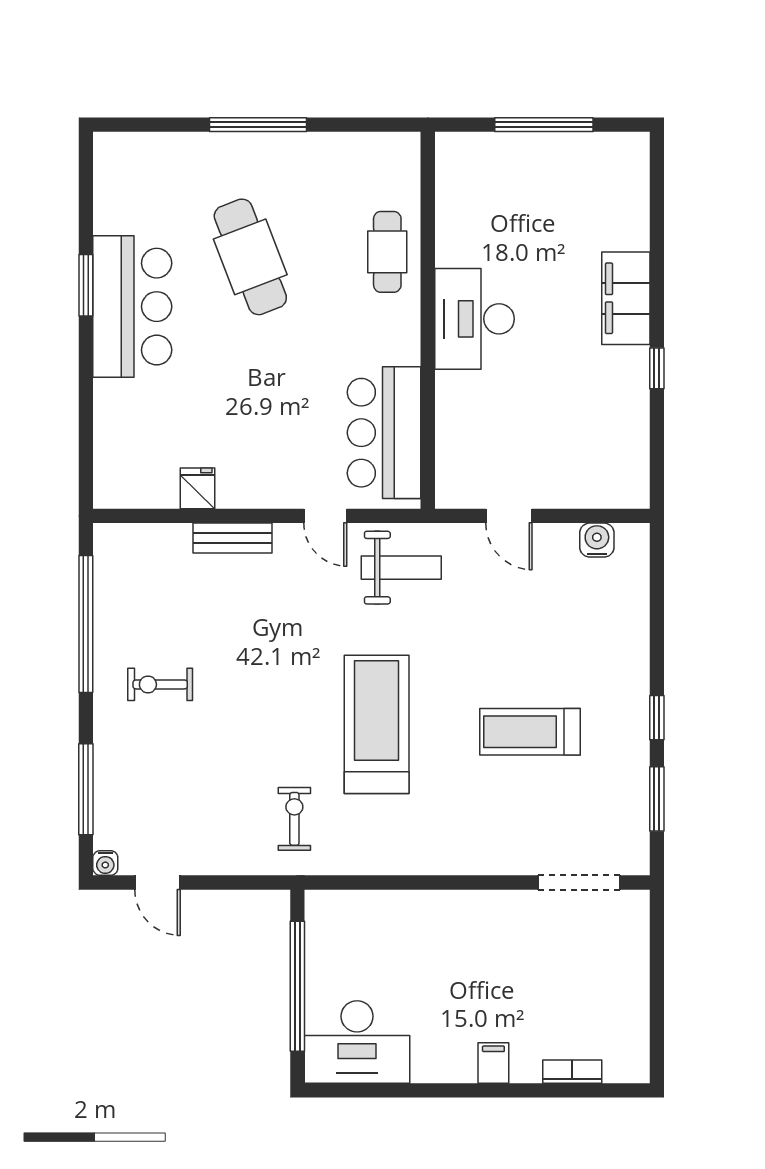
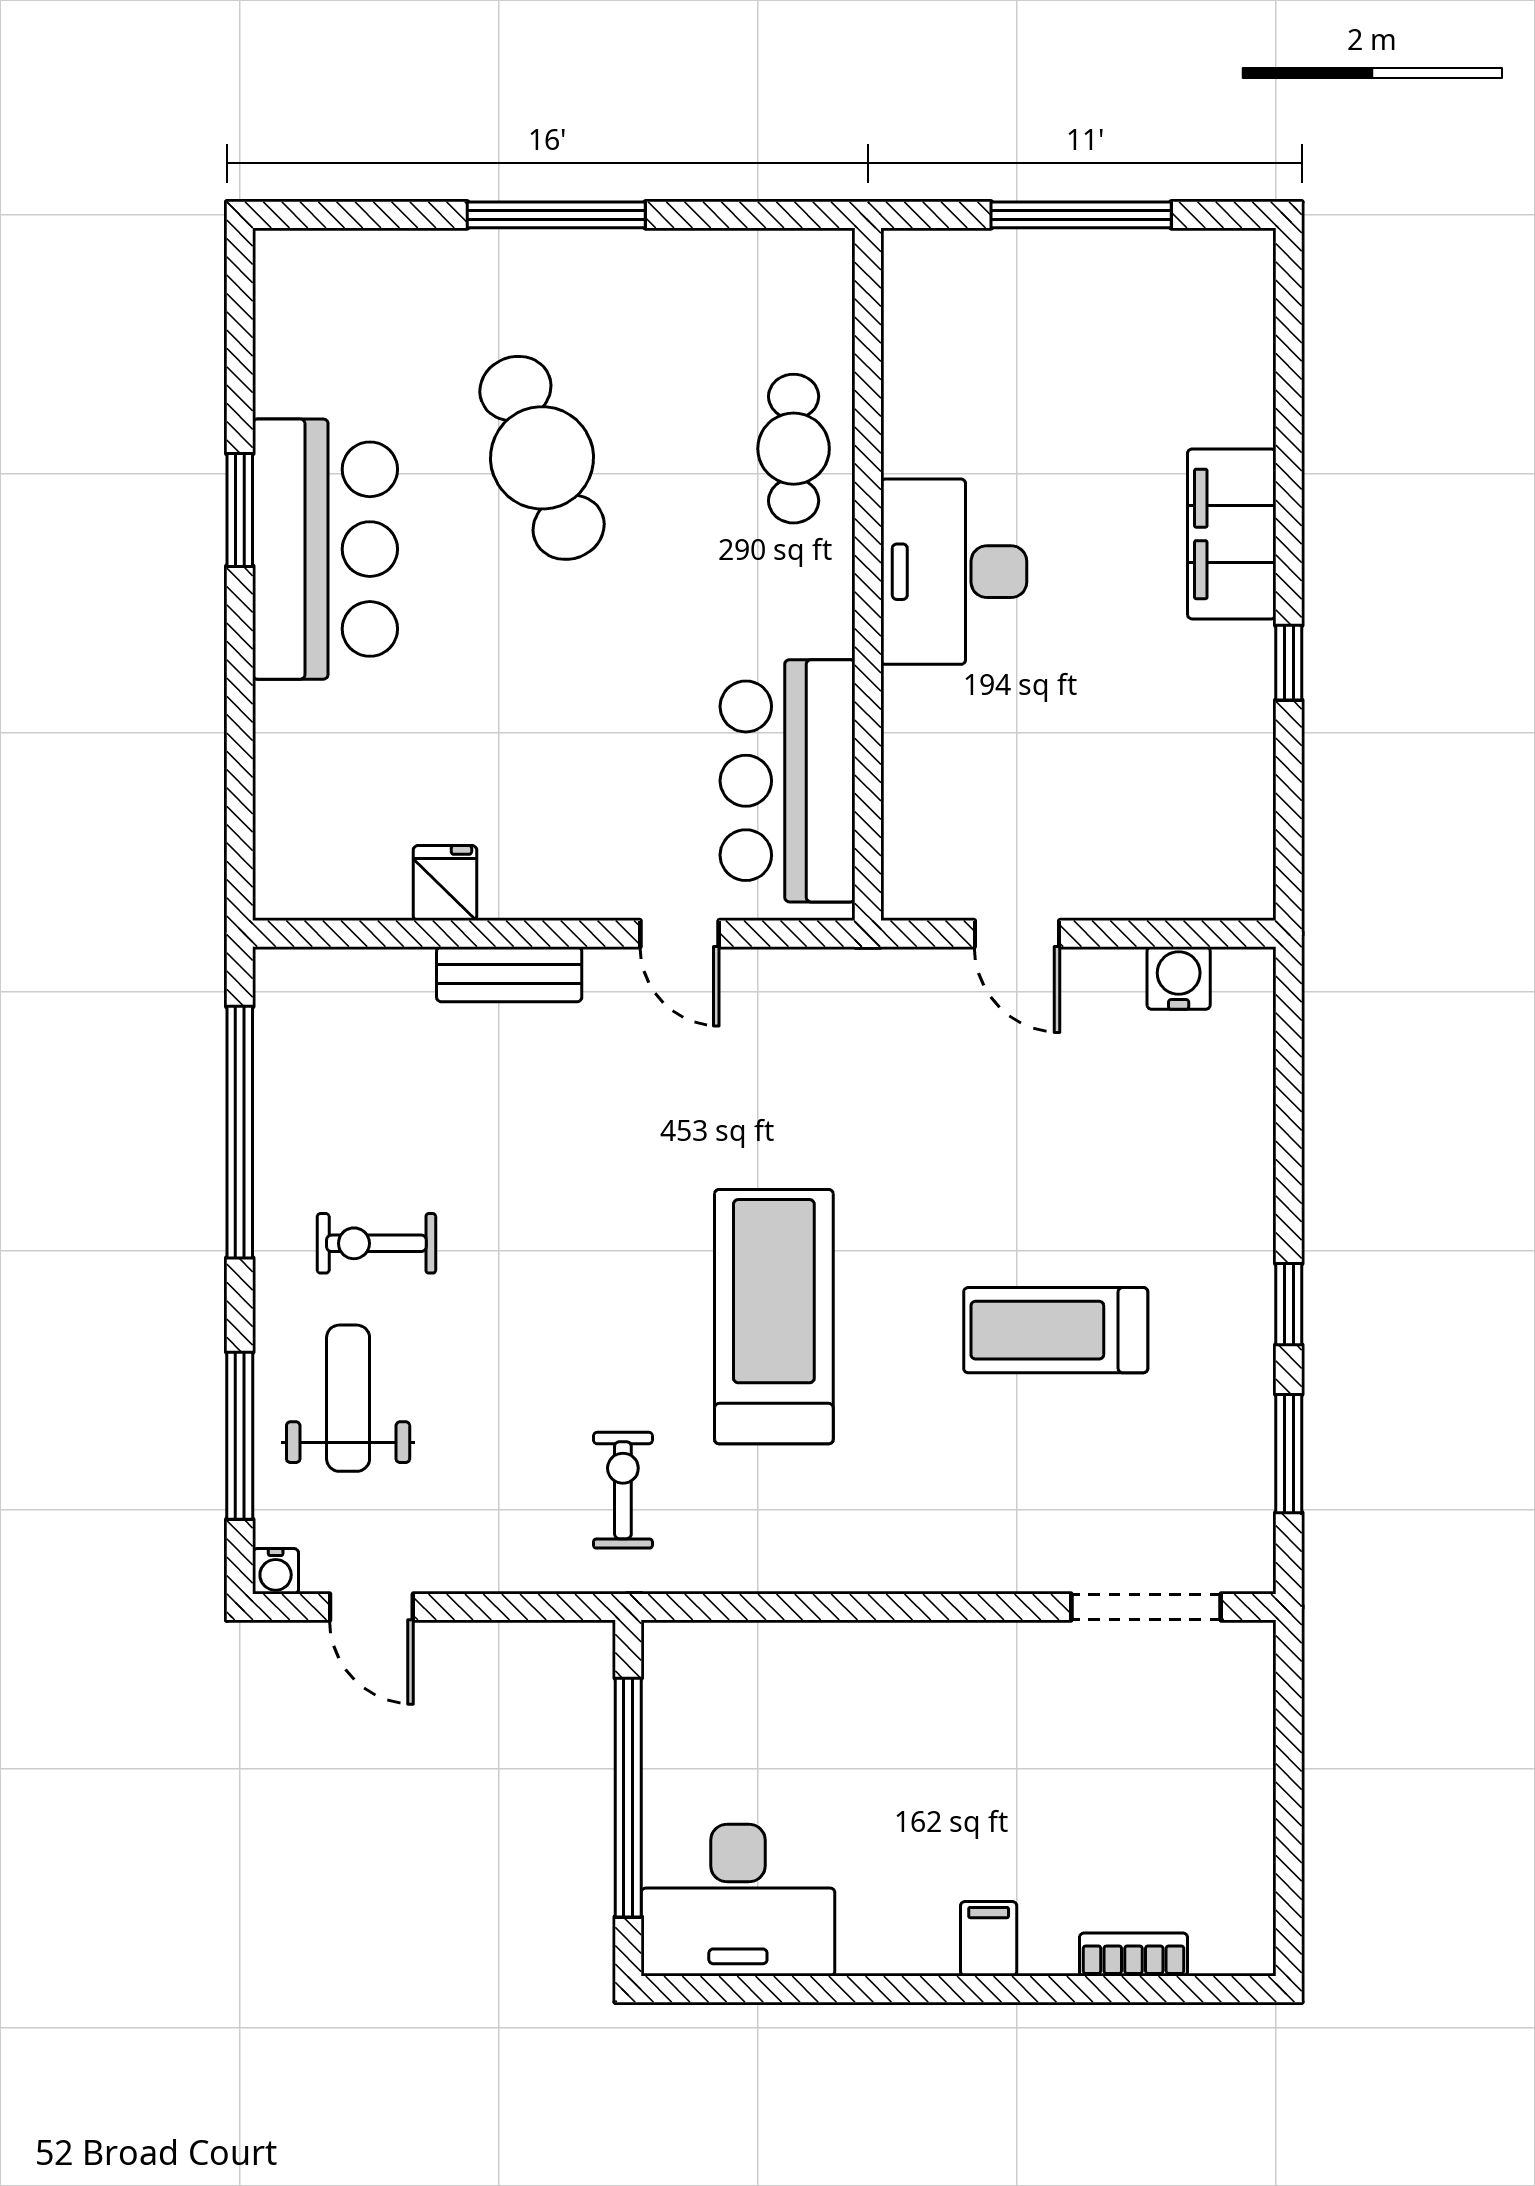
weight bench: (401, 568) -> (348, 1398), moved, turned -90

